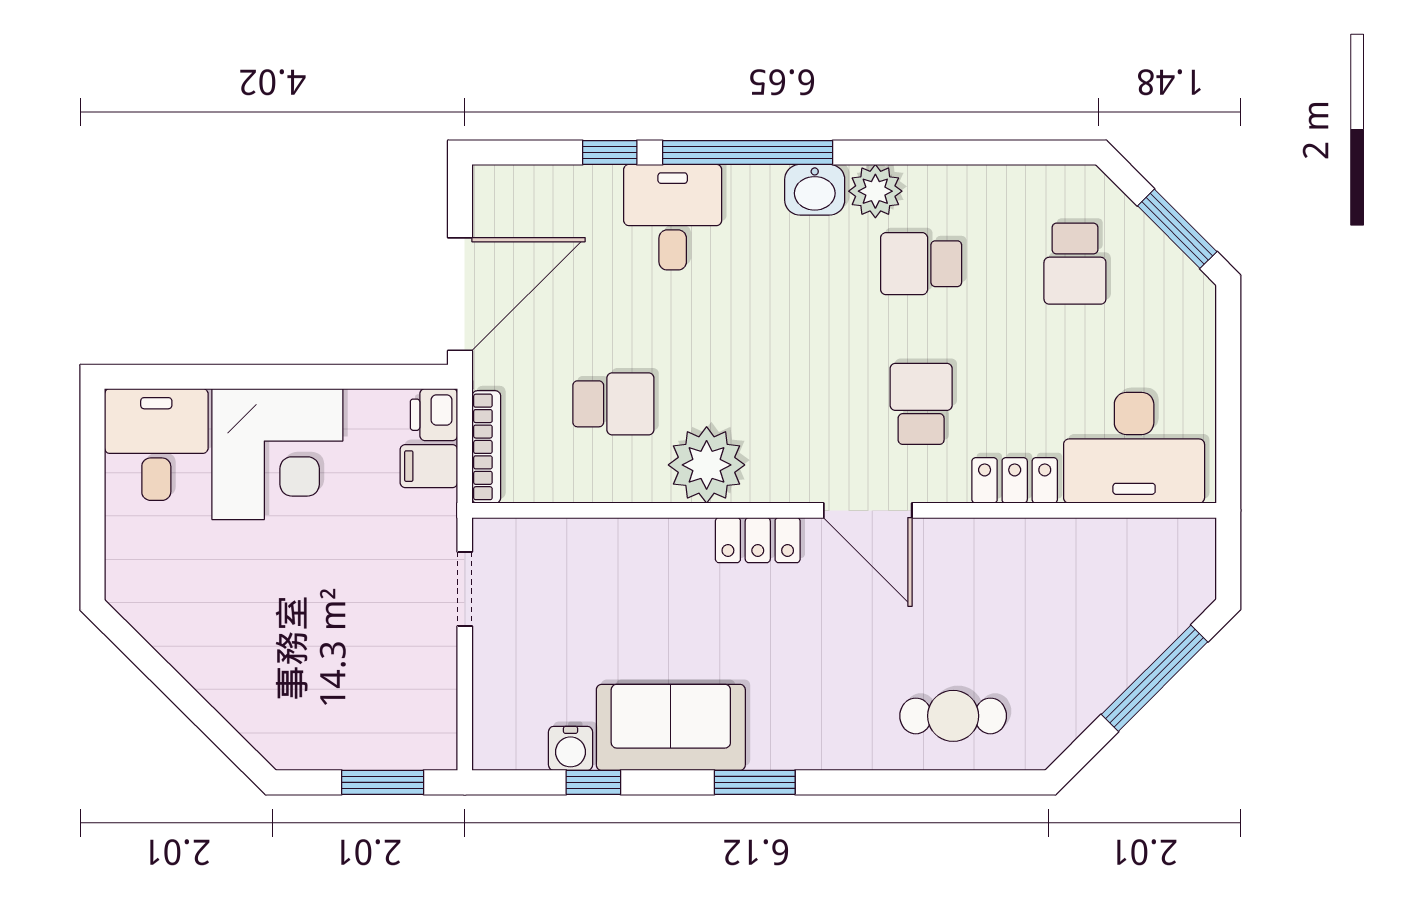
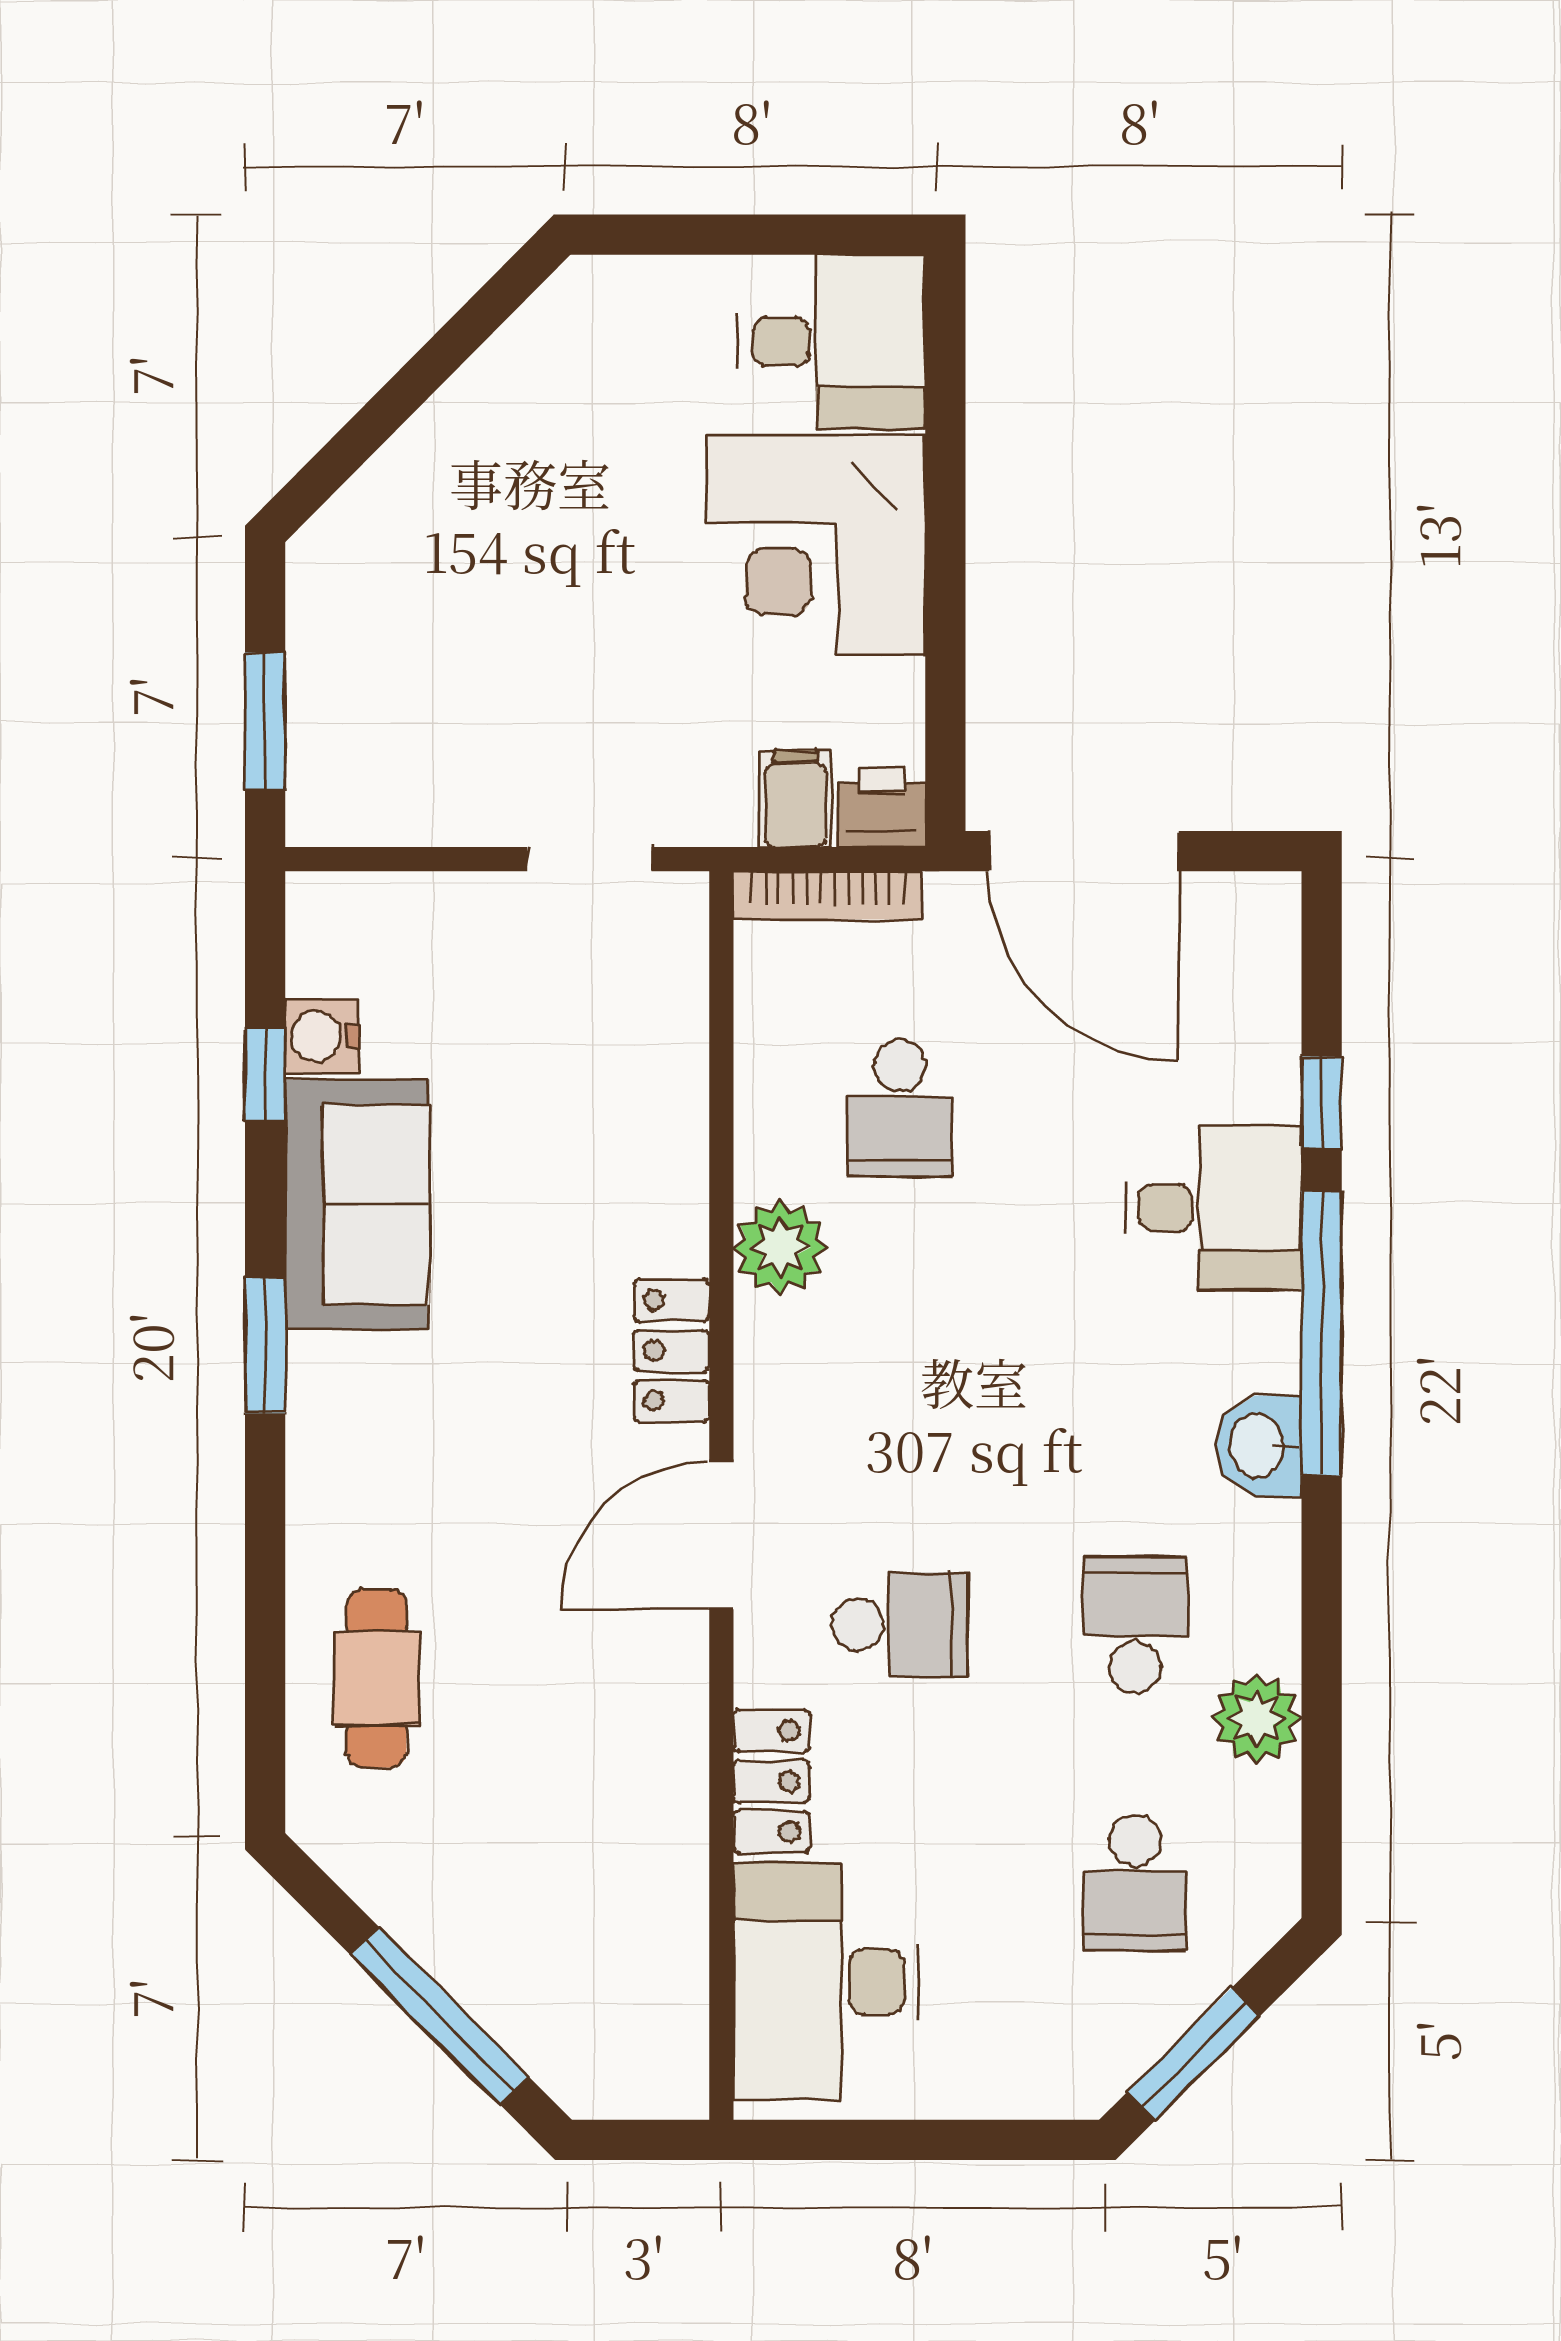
plant: (875, 191) -> (1257, 1718), moved
school desk: (1075, 264) -> (1135, 1883), turned -90
plant: (707, 465) -> (780, 1247), width x0.73, depth x0.73

